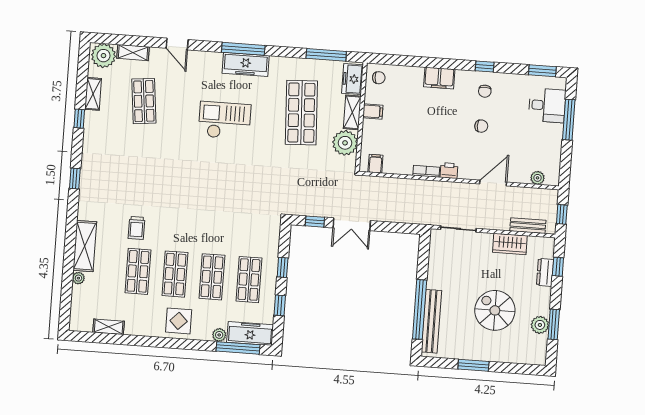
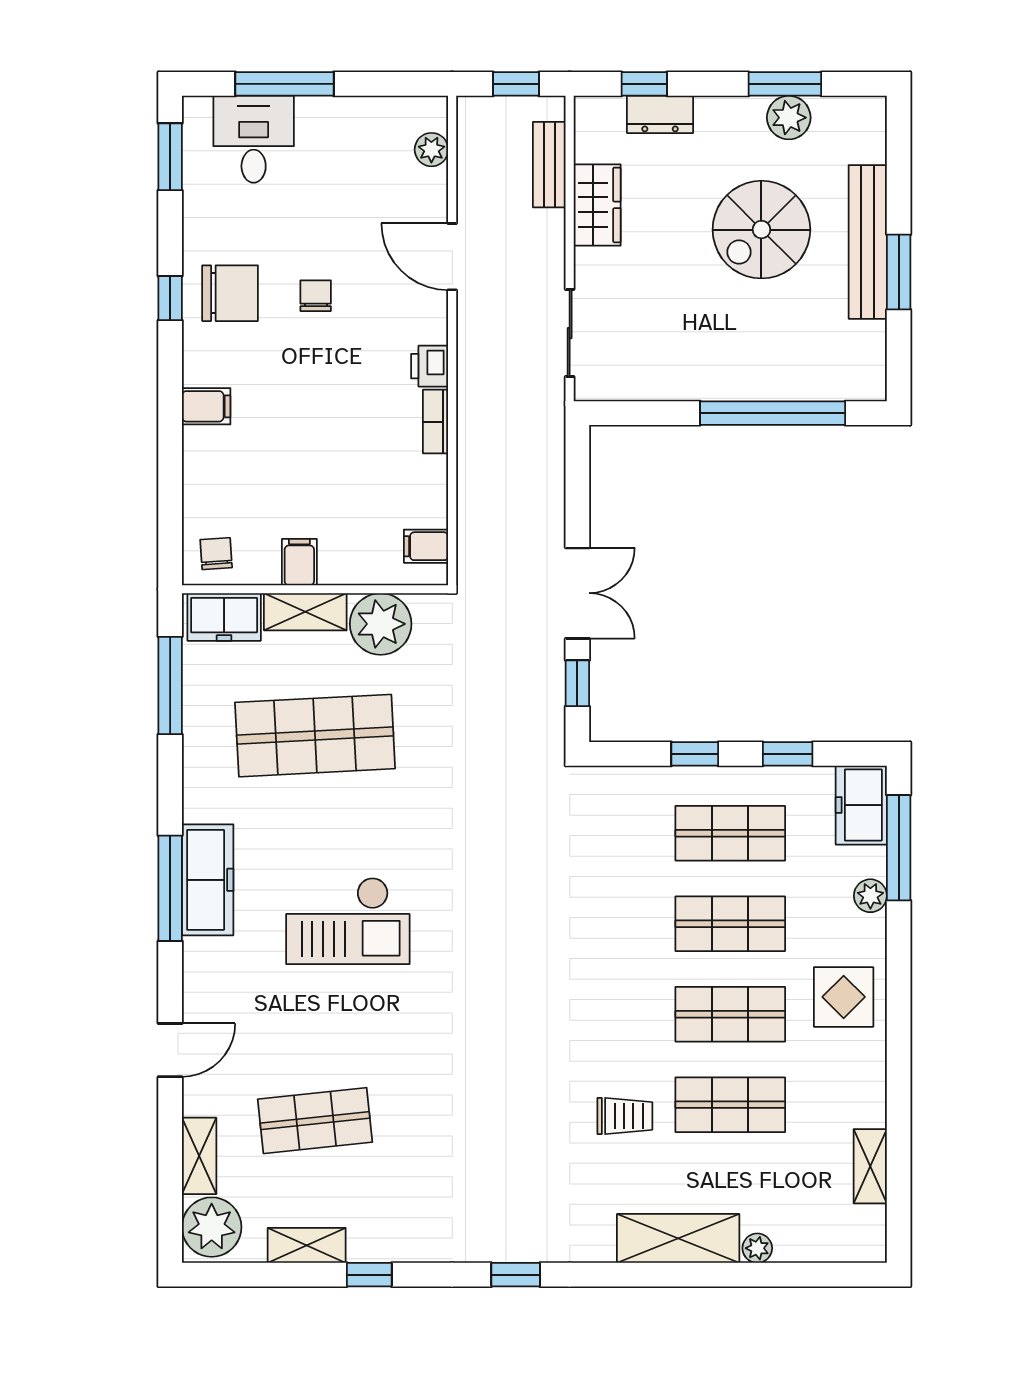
filing cabinet: (439, 78) -> (206, 406), width x0.50
chair: (485, 91) -> (230, 293), width x1.87, depth x1.87
checkout: (225, 121) -> (348, 921), turned -90
bench: (431, 321) -> (868, 242), moved, turned 90
freezer: (250, 333) -> (861, 805), width x0.71

